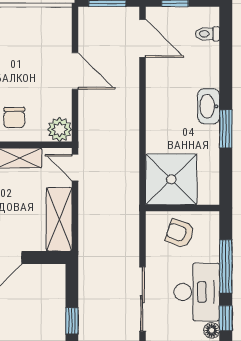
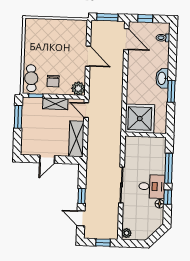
armchair: (180, 233) -> (144, 149), removed
desk: (197, 292) -> (152, 186), width x0.73

